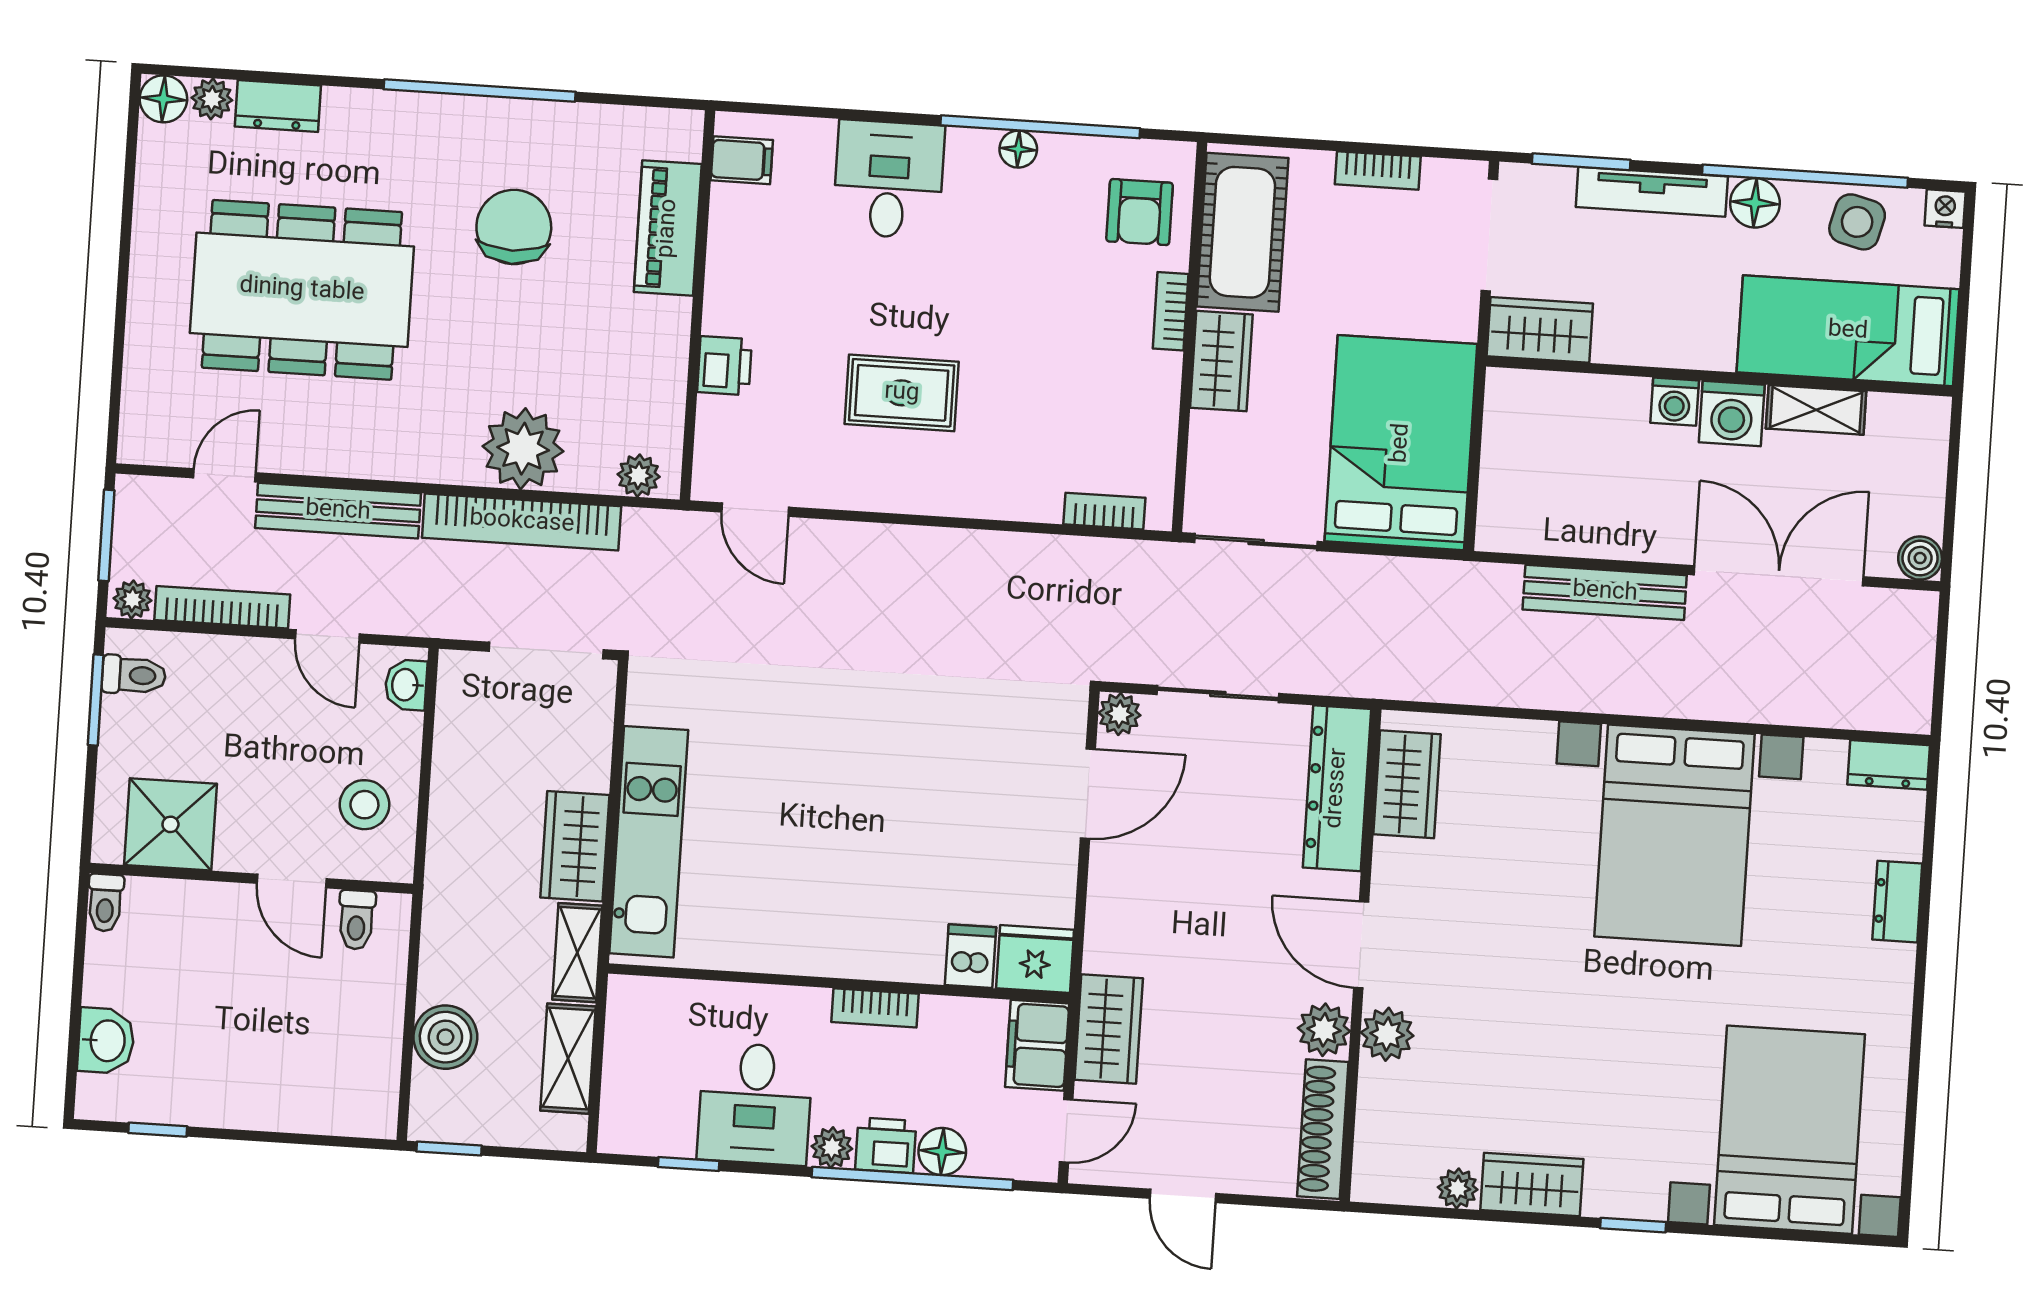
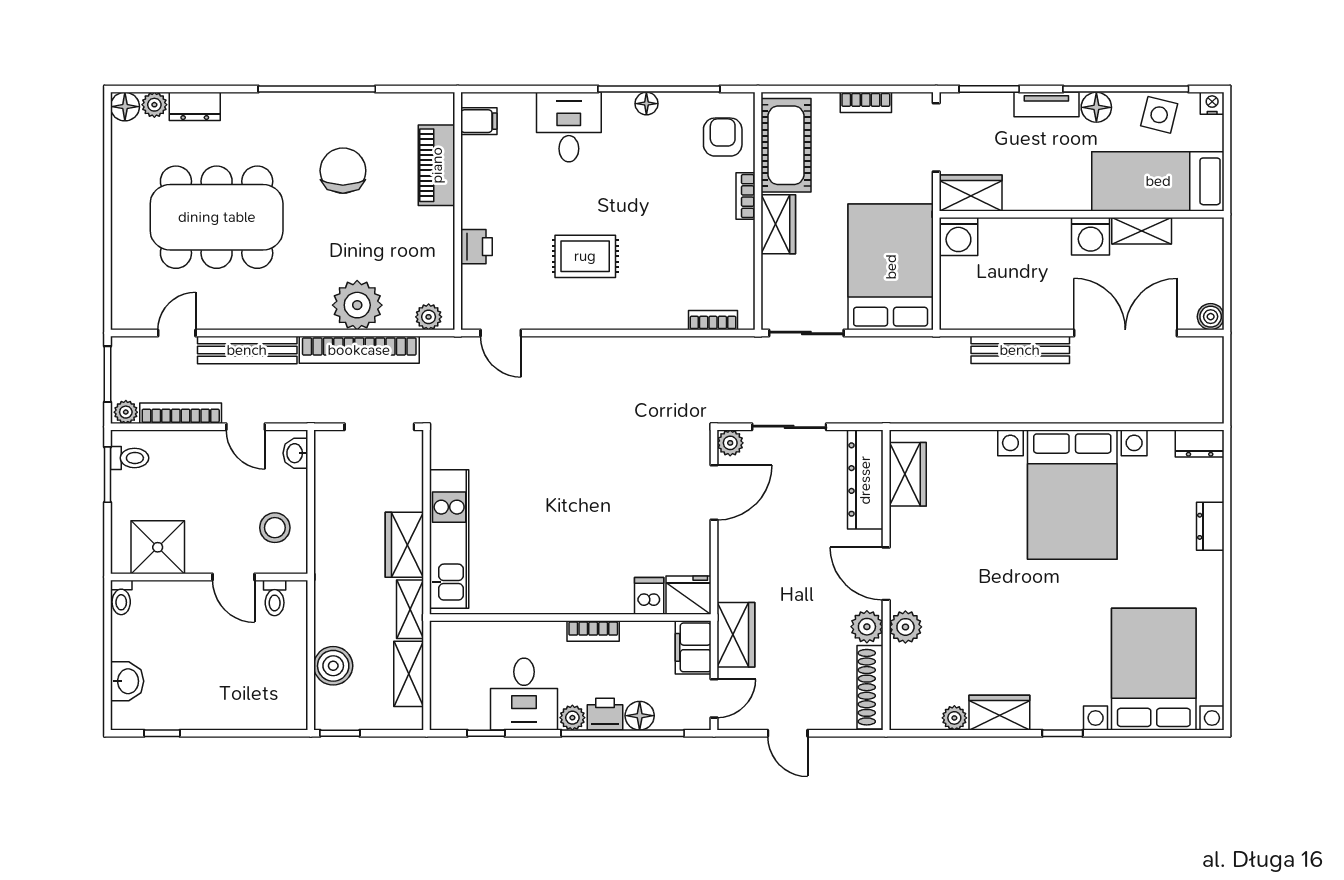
tv unit: (1652, 192) -> (1046, 105), width x0.71
armchair: (1140, 212) -> (723, 137), turned 180
washing machine: (1675, 402) -> (958, 236), moved, width x1.38, depth x1.38

